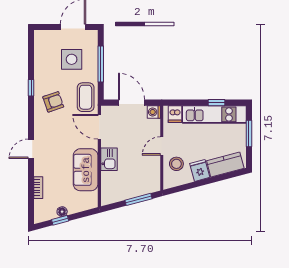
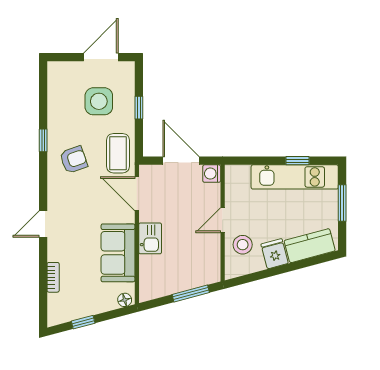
window: (101, 64) -> (139, 108), width x0.46
dishwasher: (175, 114) -> (241, 176), removed
floor lamp: (62, 212) -> (125, 300), moved

